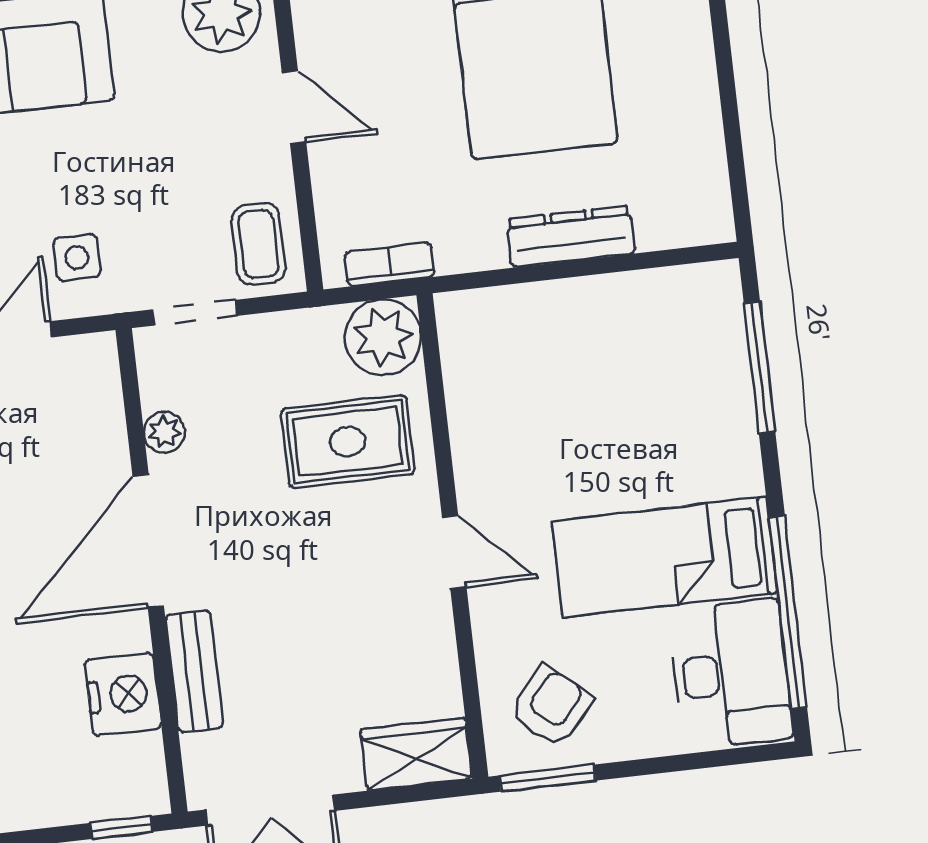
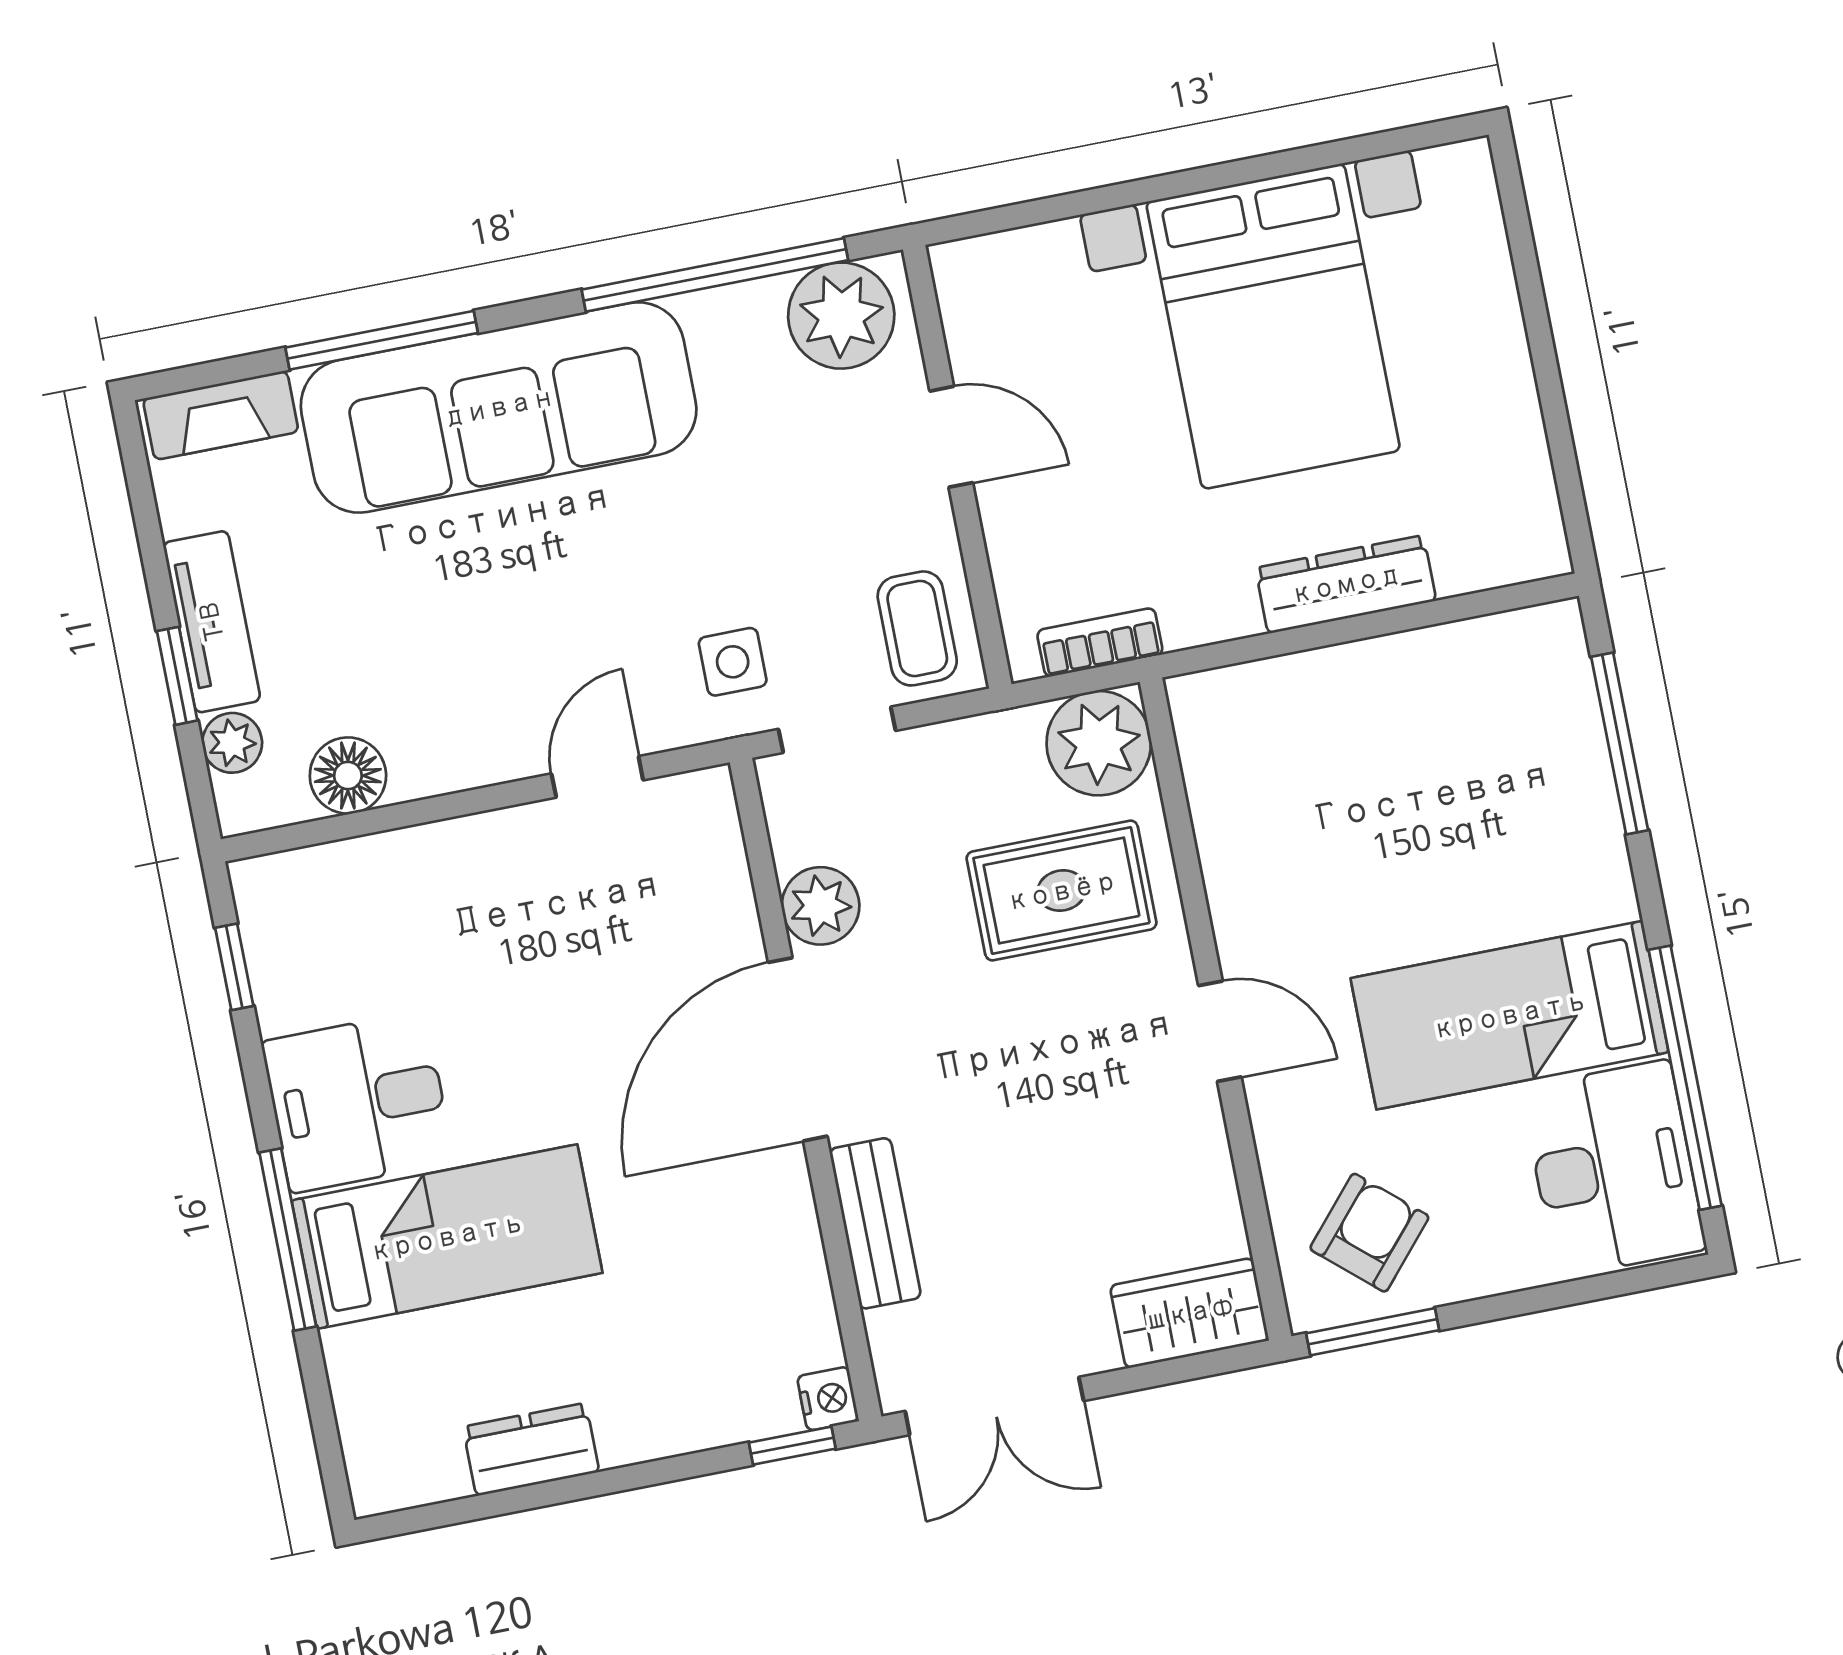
side table: (77, 258) -> (733, 662), moved
plant: (164, 432) -> (821, 906), width x1.38, depth x1.38
nightstand: (123, 694) -> (828, 1399), moved, width x0.53, depth x0.56

